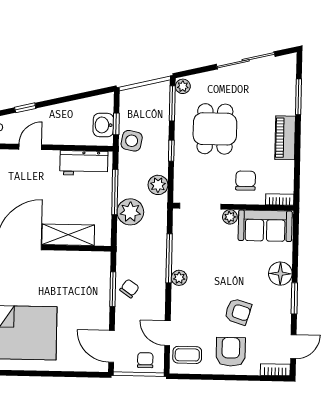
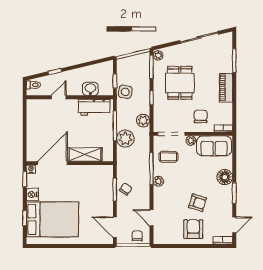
washbasin: (103, 125) -> (90, 89), moved, turned 90
coffee table: (187, 355) -> (168, 157), moved

